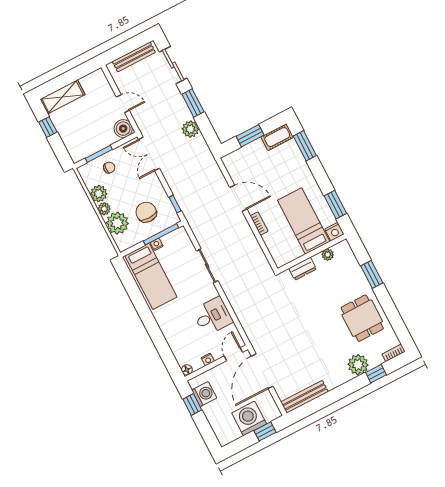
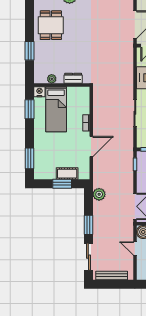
plant: (190, 129) -> (99, 194), moved
cot: (277, 137) -> (67, 174), moved
door: (238, 198) -> (91, 147), swing flipped

